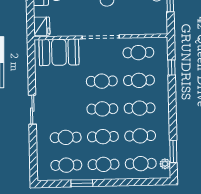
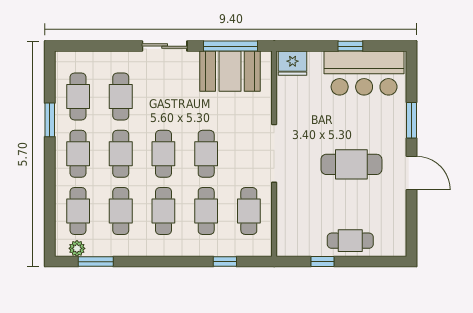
booth: (59, 52) -> (230, 71), moved, turned 90
window: (31, 67) -> (230, 46), added

